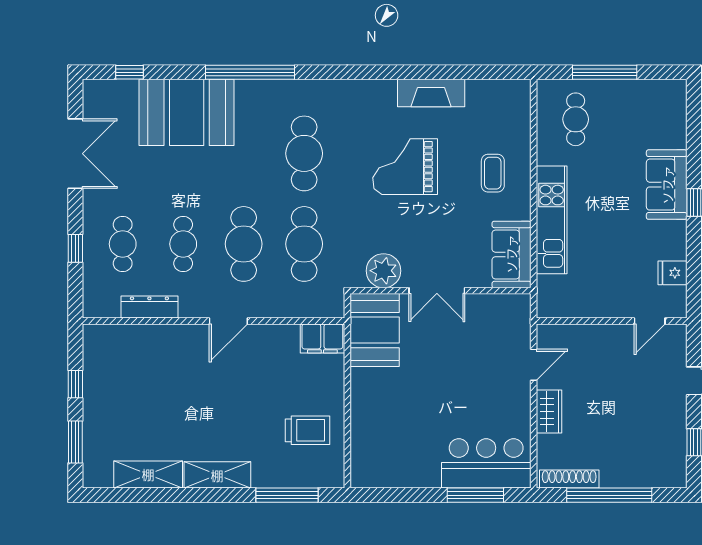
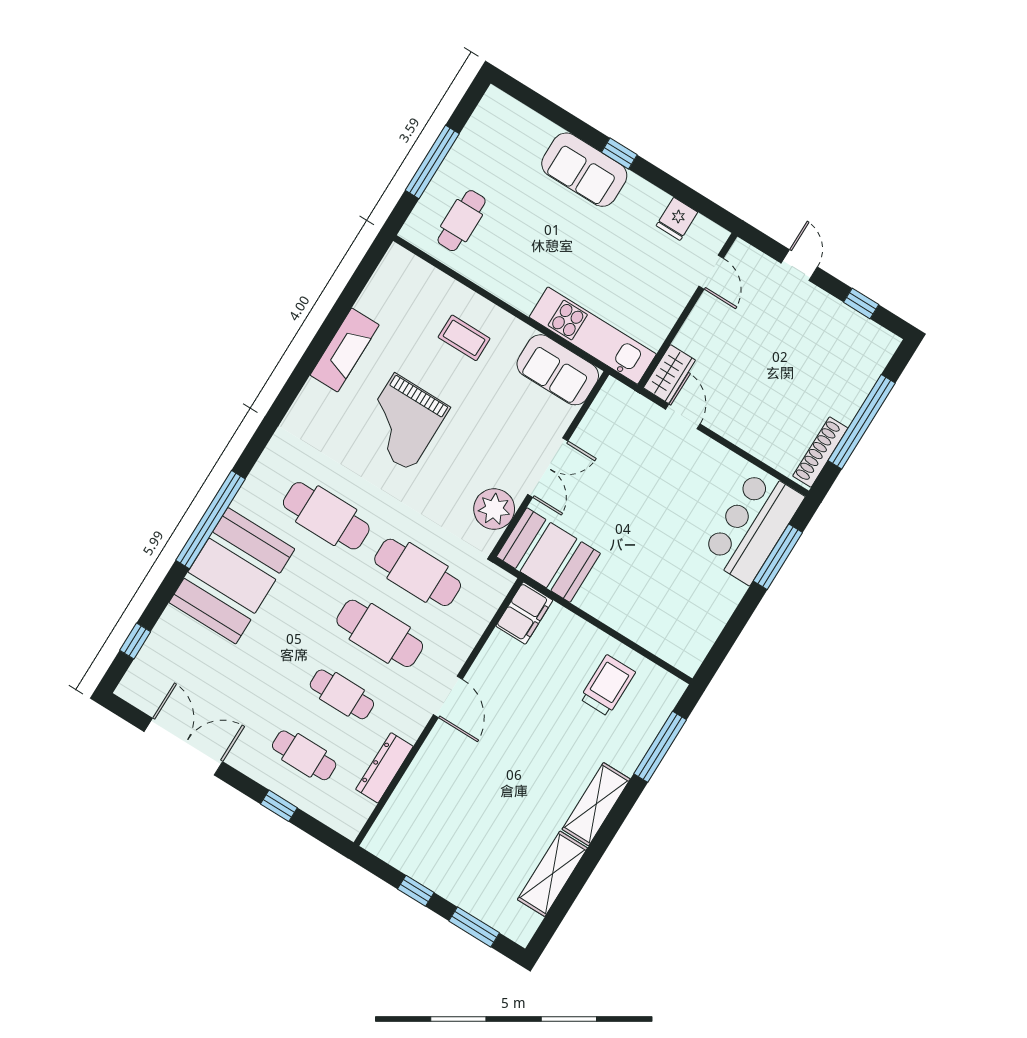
booth: (187, 112) -> (232, 576), moved
cafe table: (576, 119) -> (462, 221), turned 90
kitchen unit: (552, 220) -> (593, 336), moved
wardrobe: (549, 412) -> (669, 374), moved, turned 90

